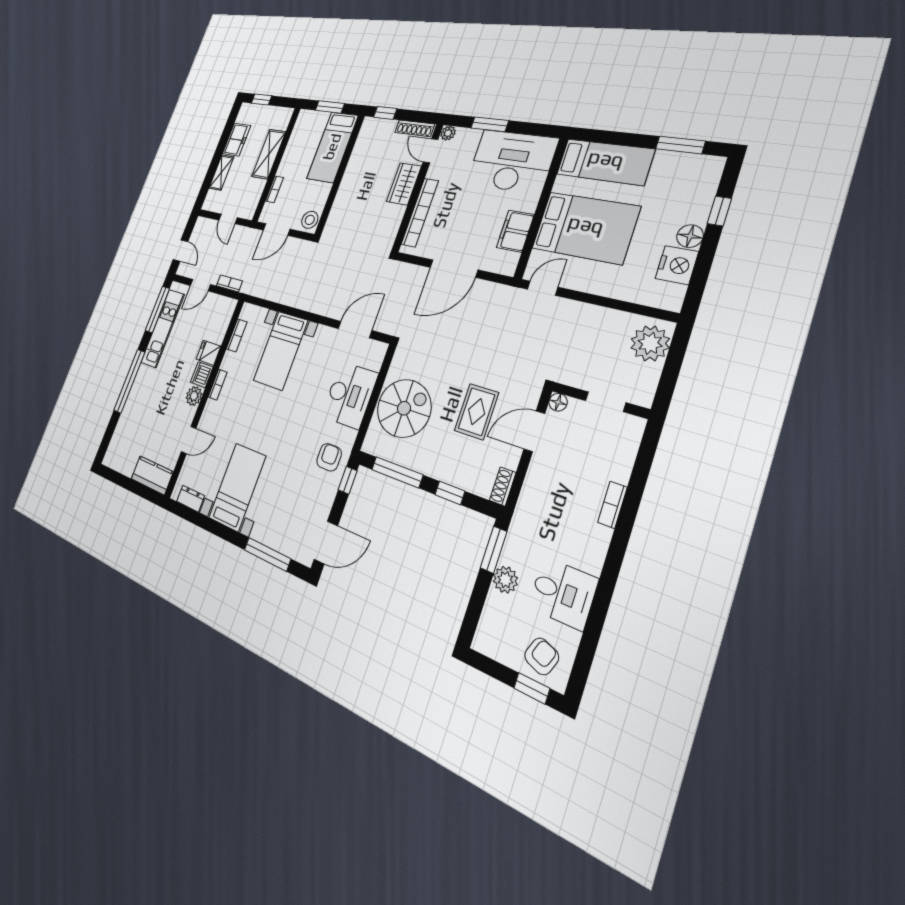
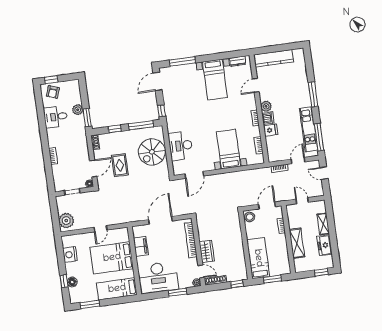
floor lamp: (690, 236) -> (72, 282), moved
door: (543, 288) -> (100, 229), moved
window: (129, 381) -> (313, 94), width x0.68
armchair: (329, 457) -> (176, 115), removed
kitchen counter: (152, 475) -> (273, 58), width x1.50

